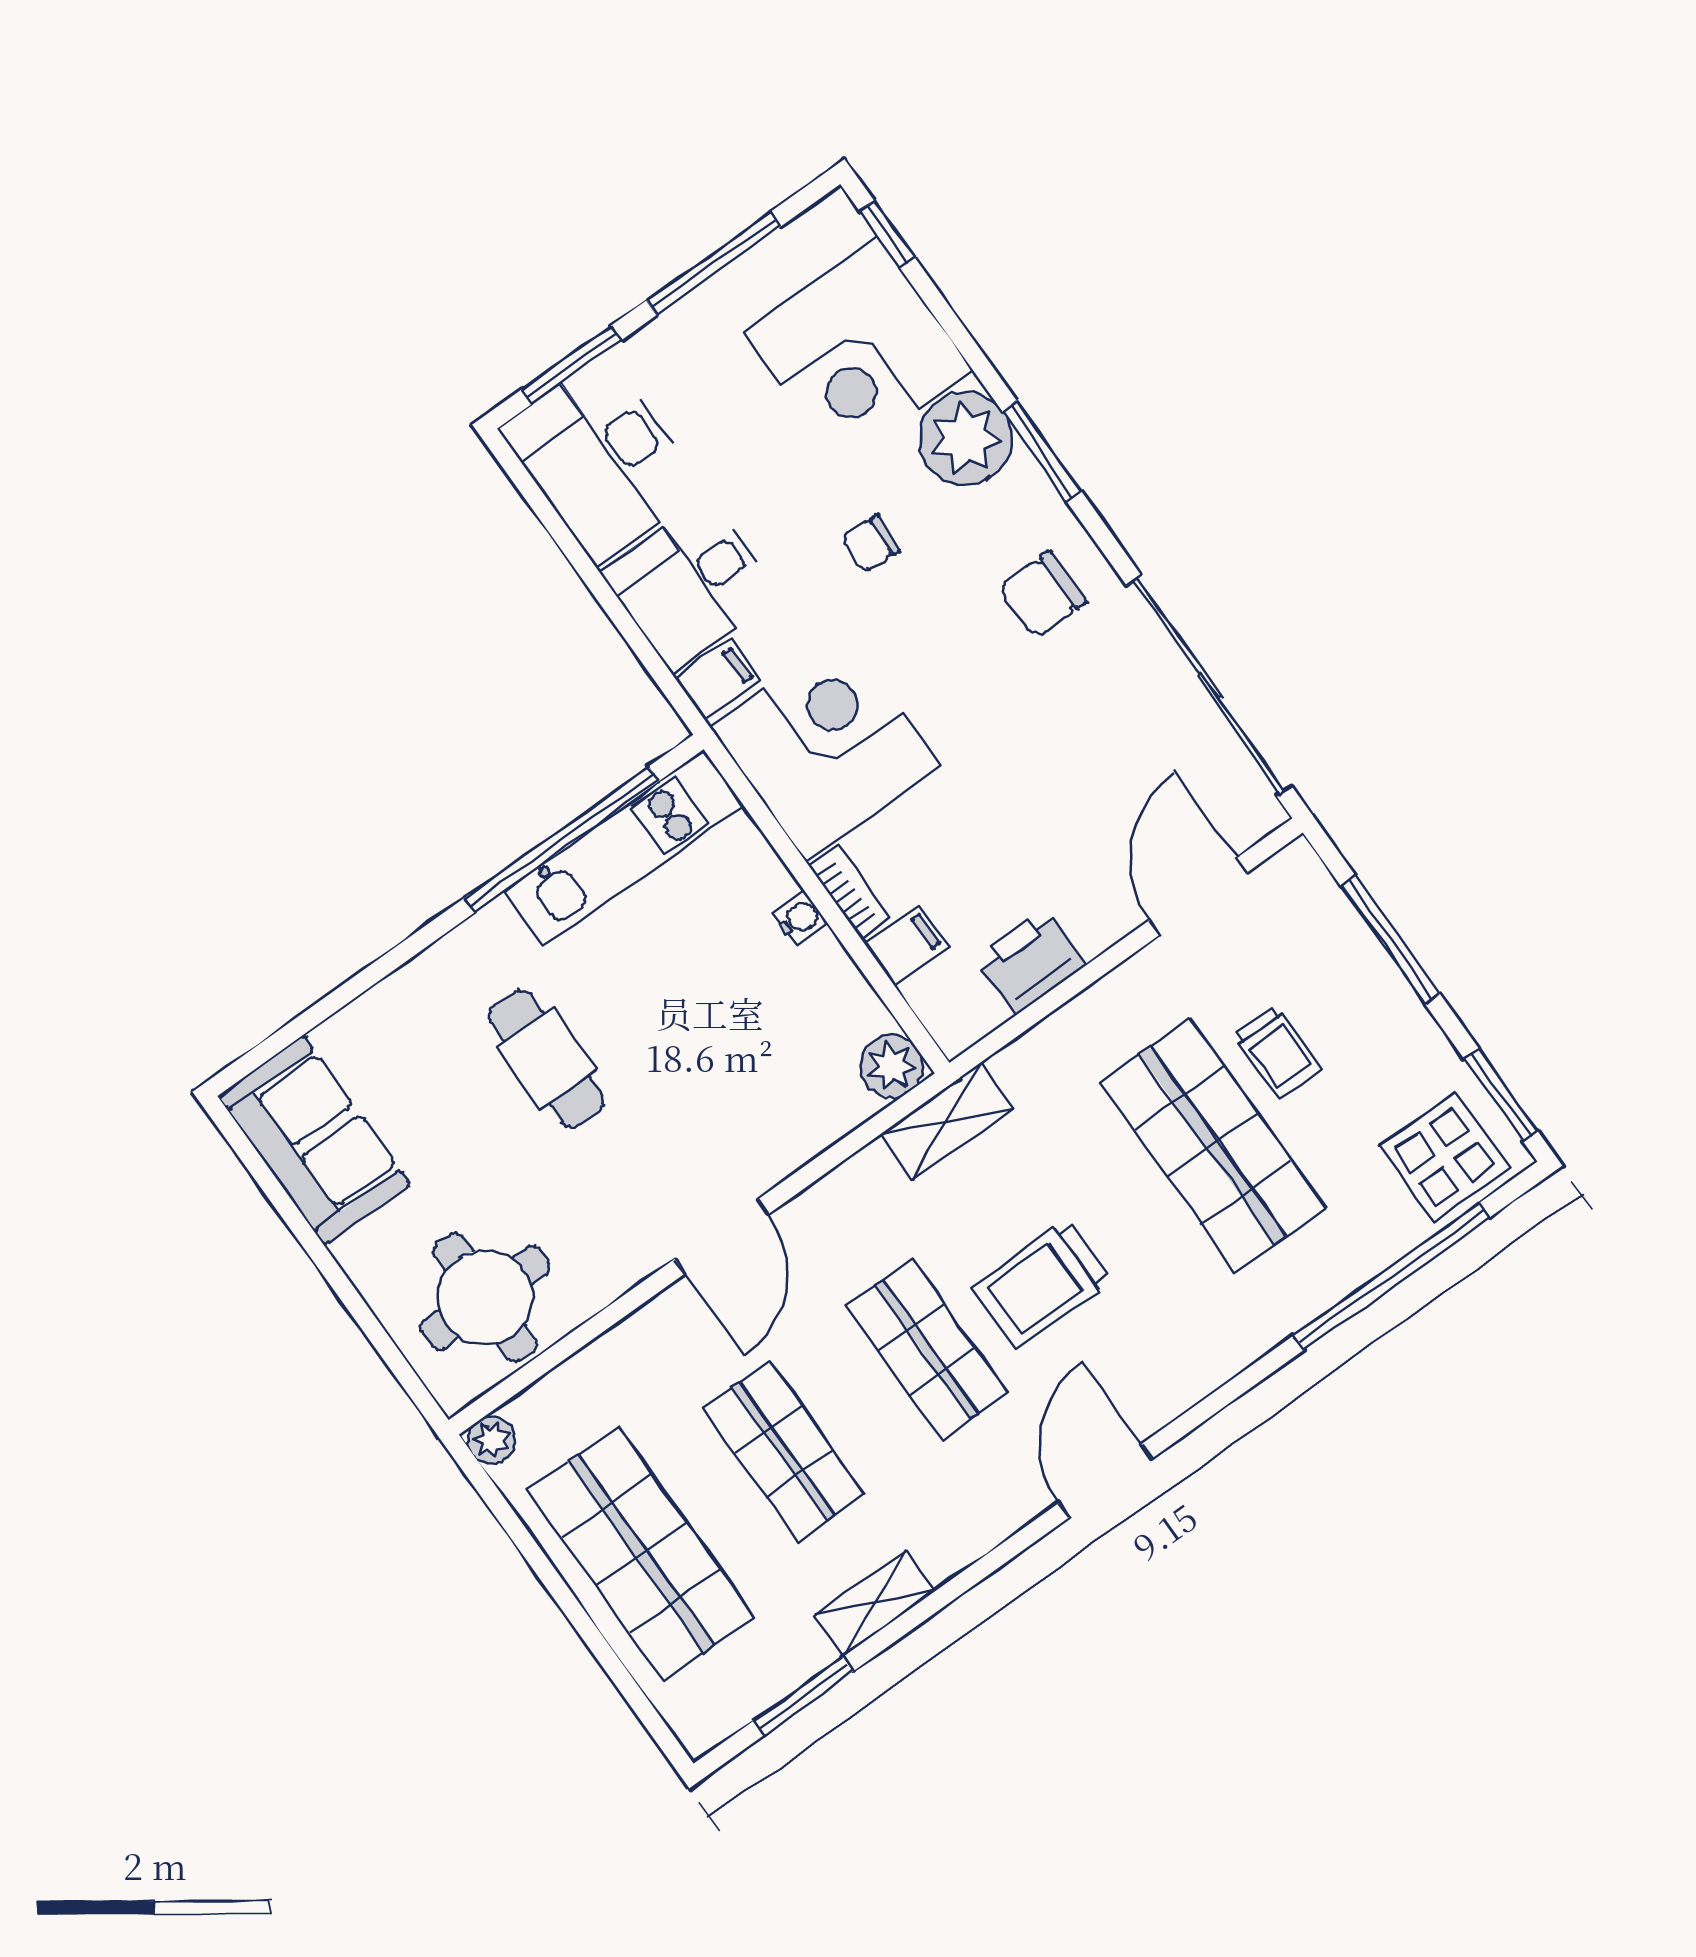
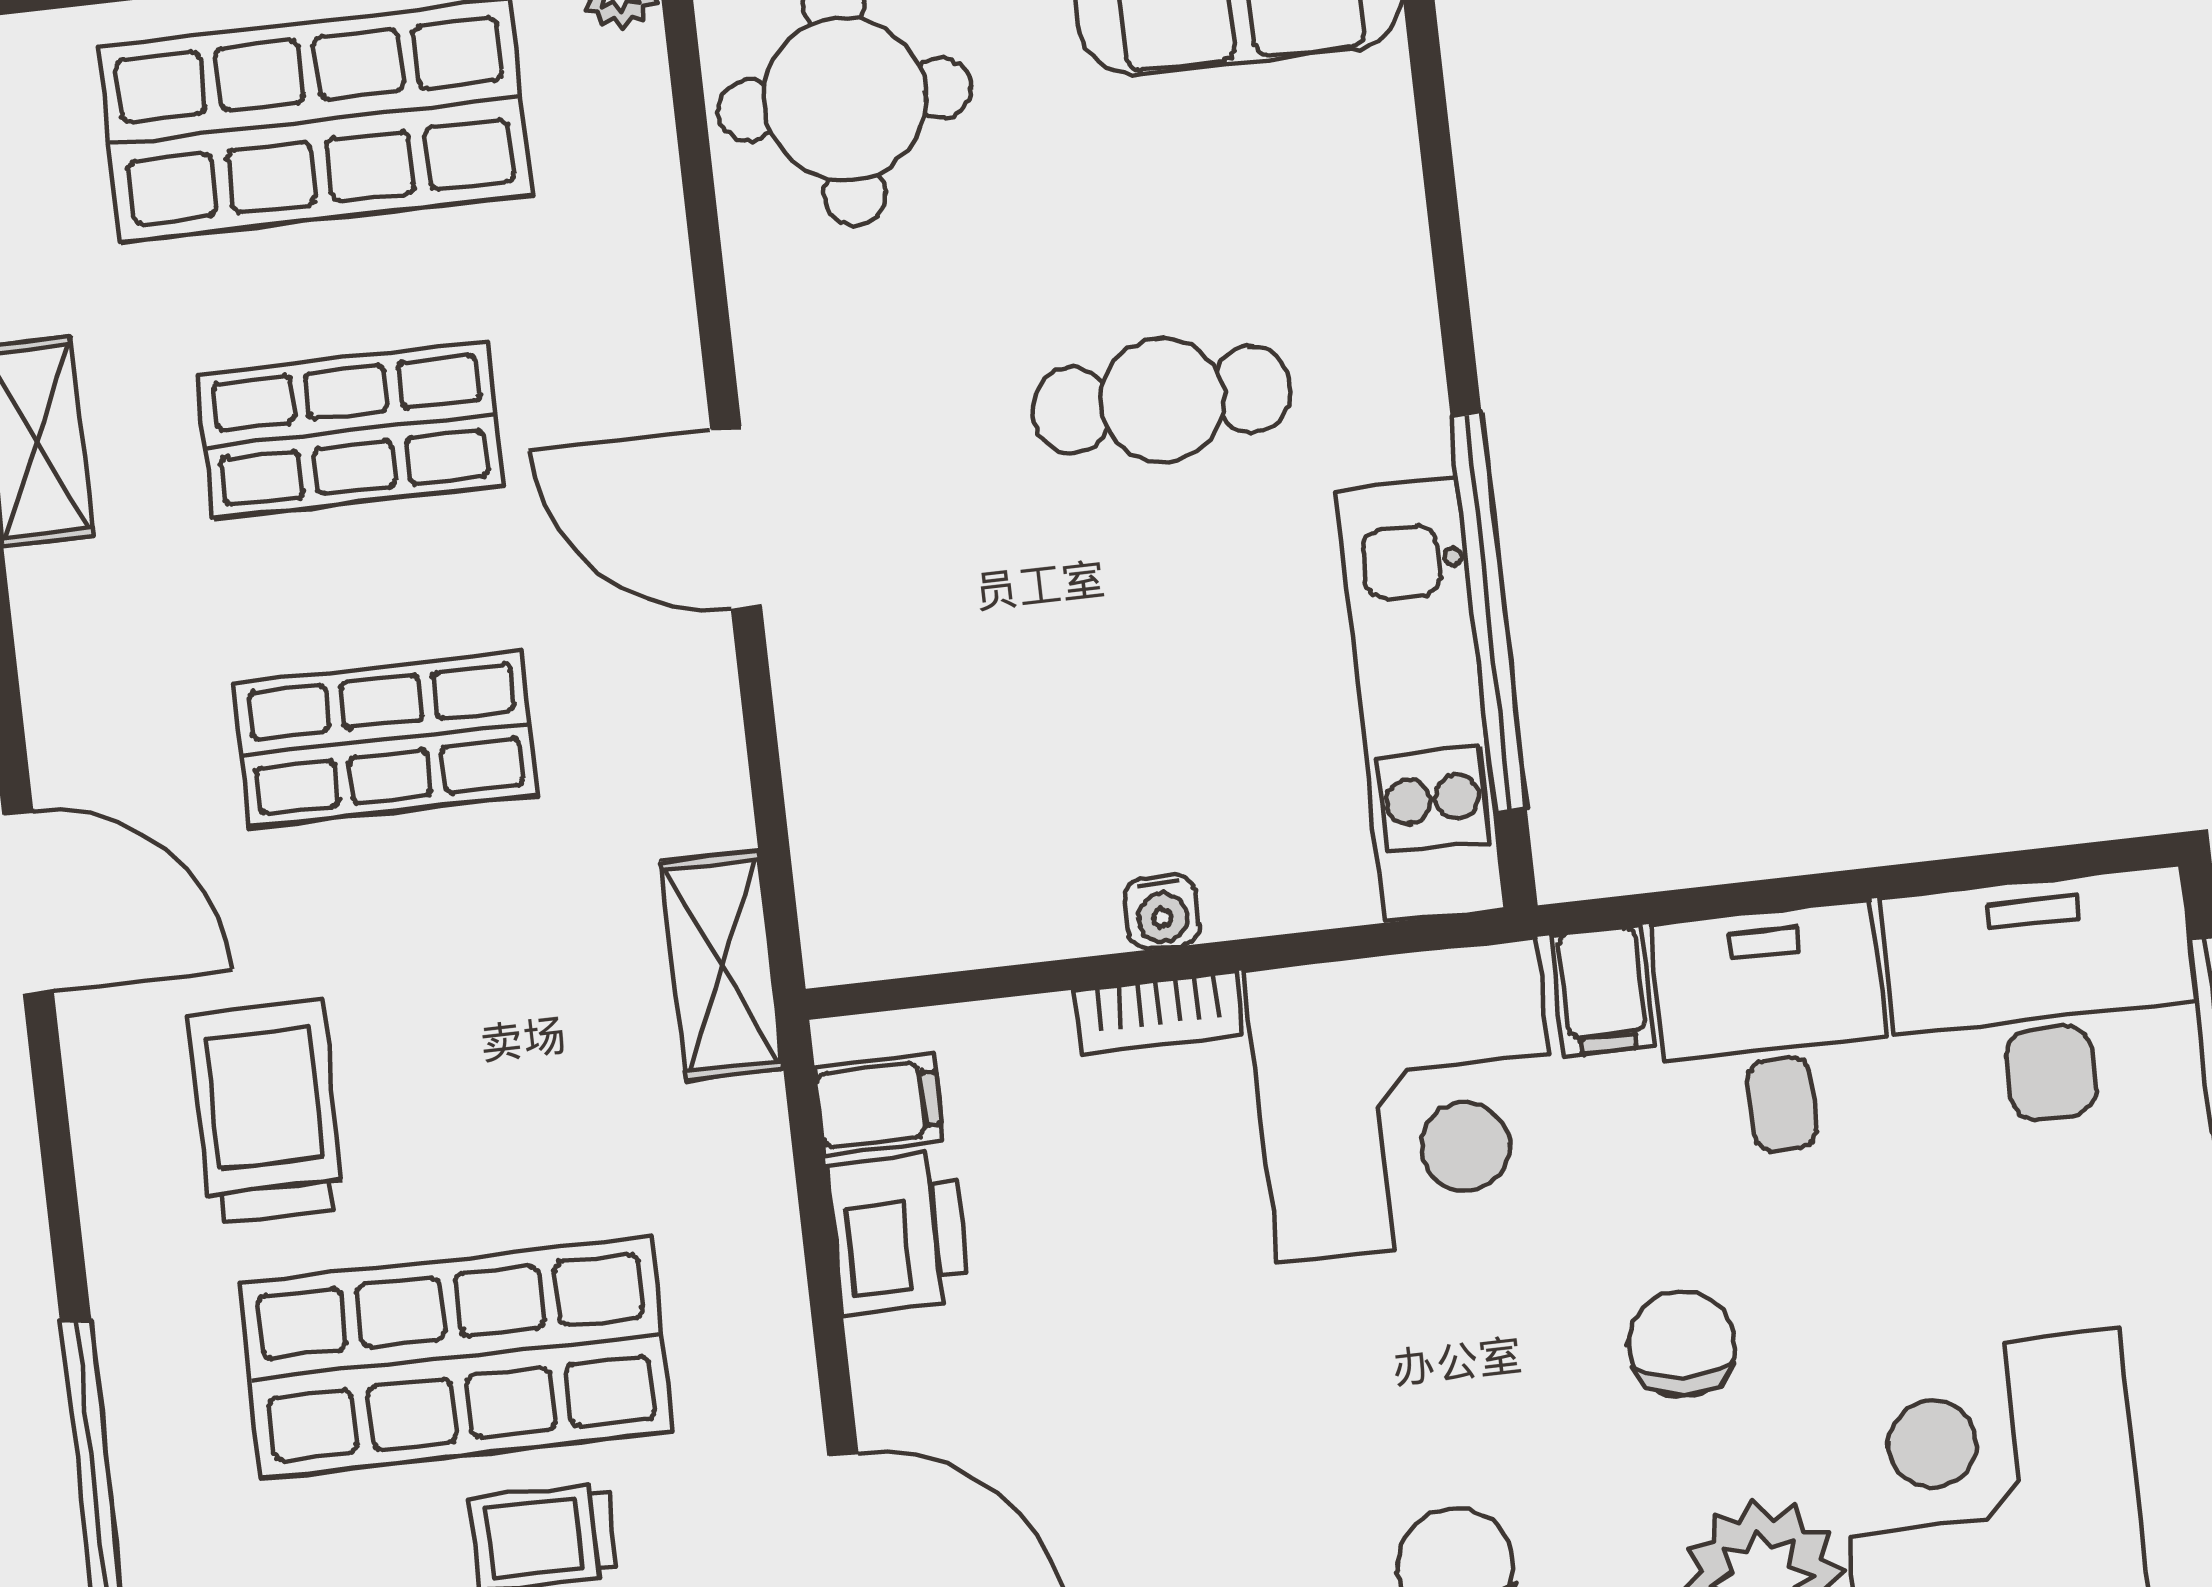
chair: (871, 544) -> (1681, 1344), width x1.37, depth x1.37
filing cabinet: (906, 945) -> (879, 1104), moved, turned -90
plant: (891, 1066) -> (854, 928), removed
trolley: (1042, 1284) -> (266, 1112), moved

